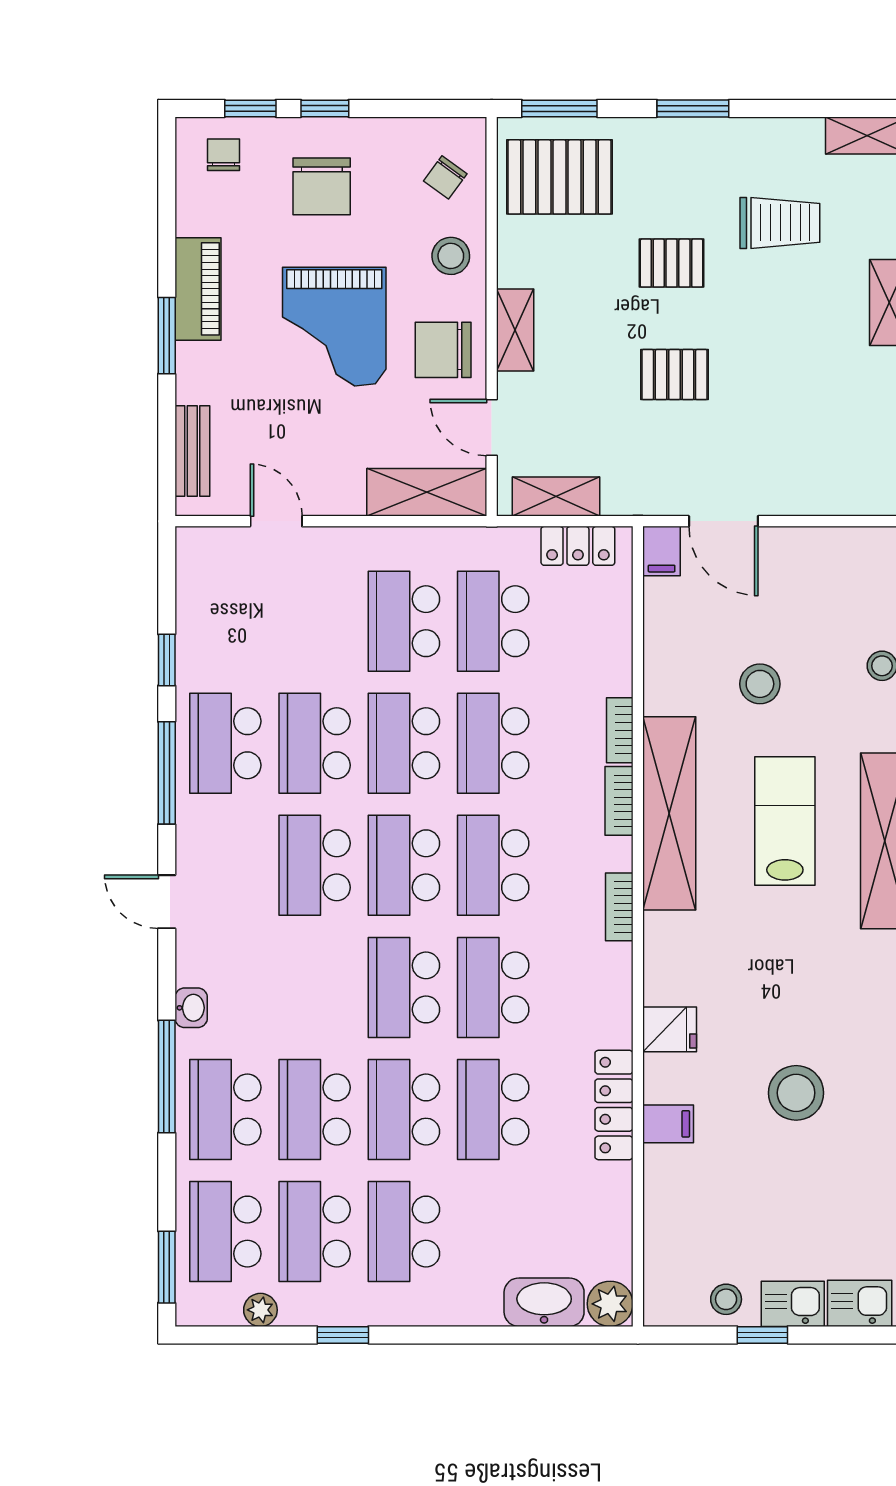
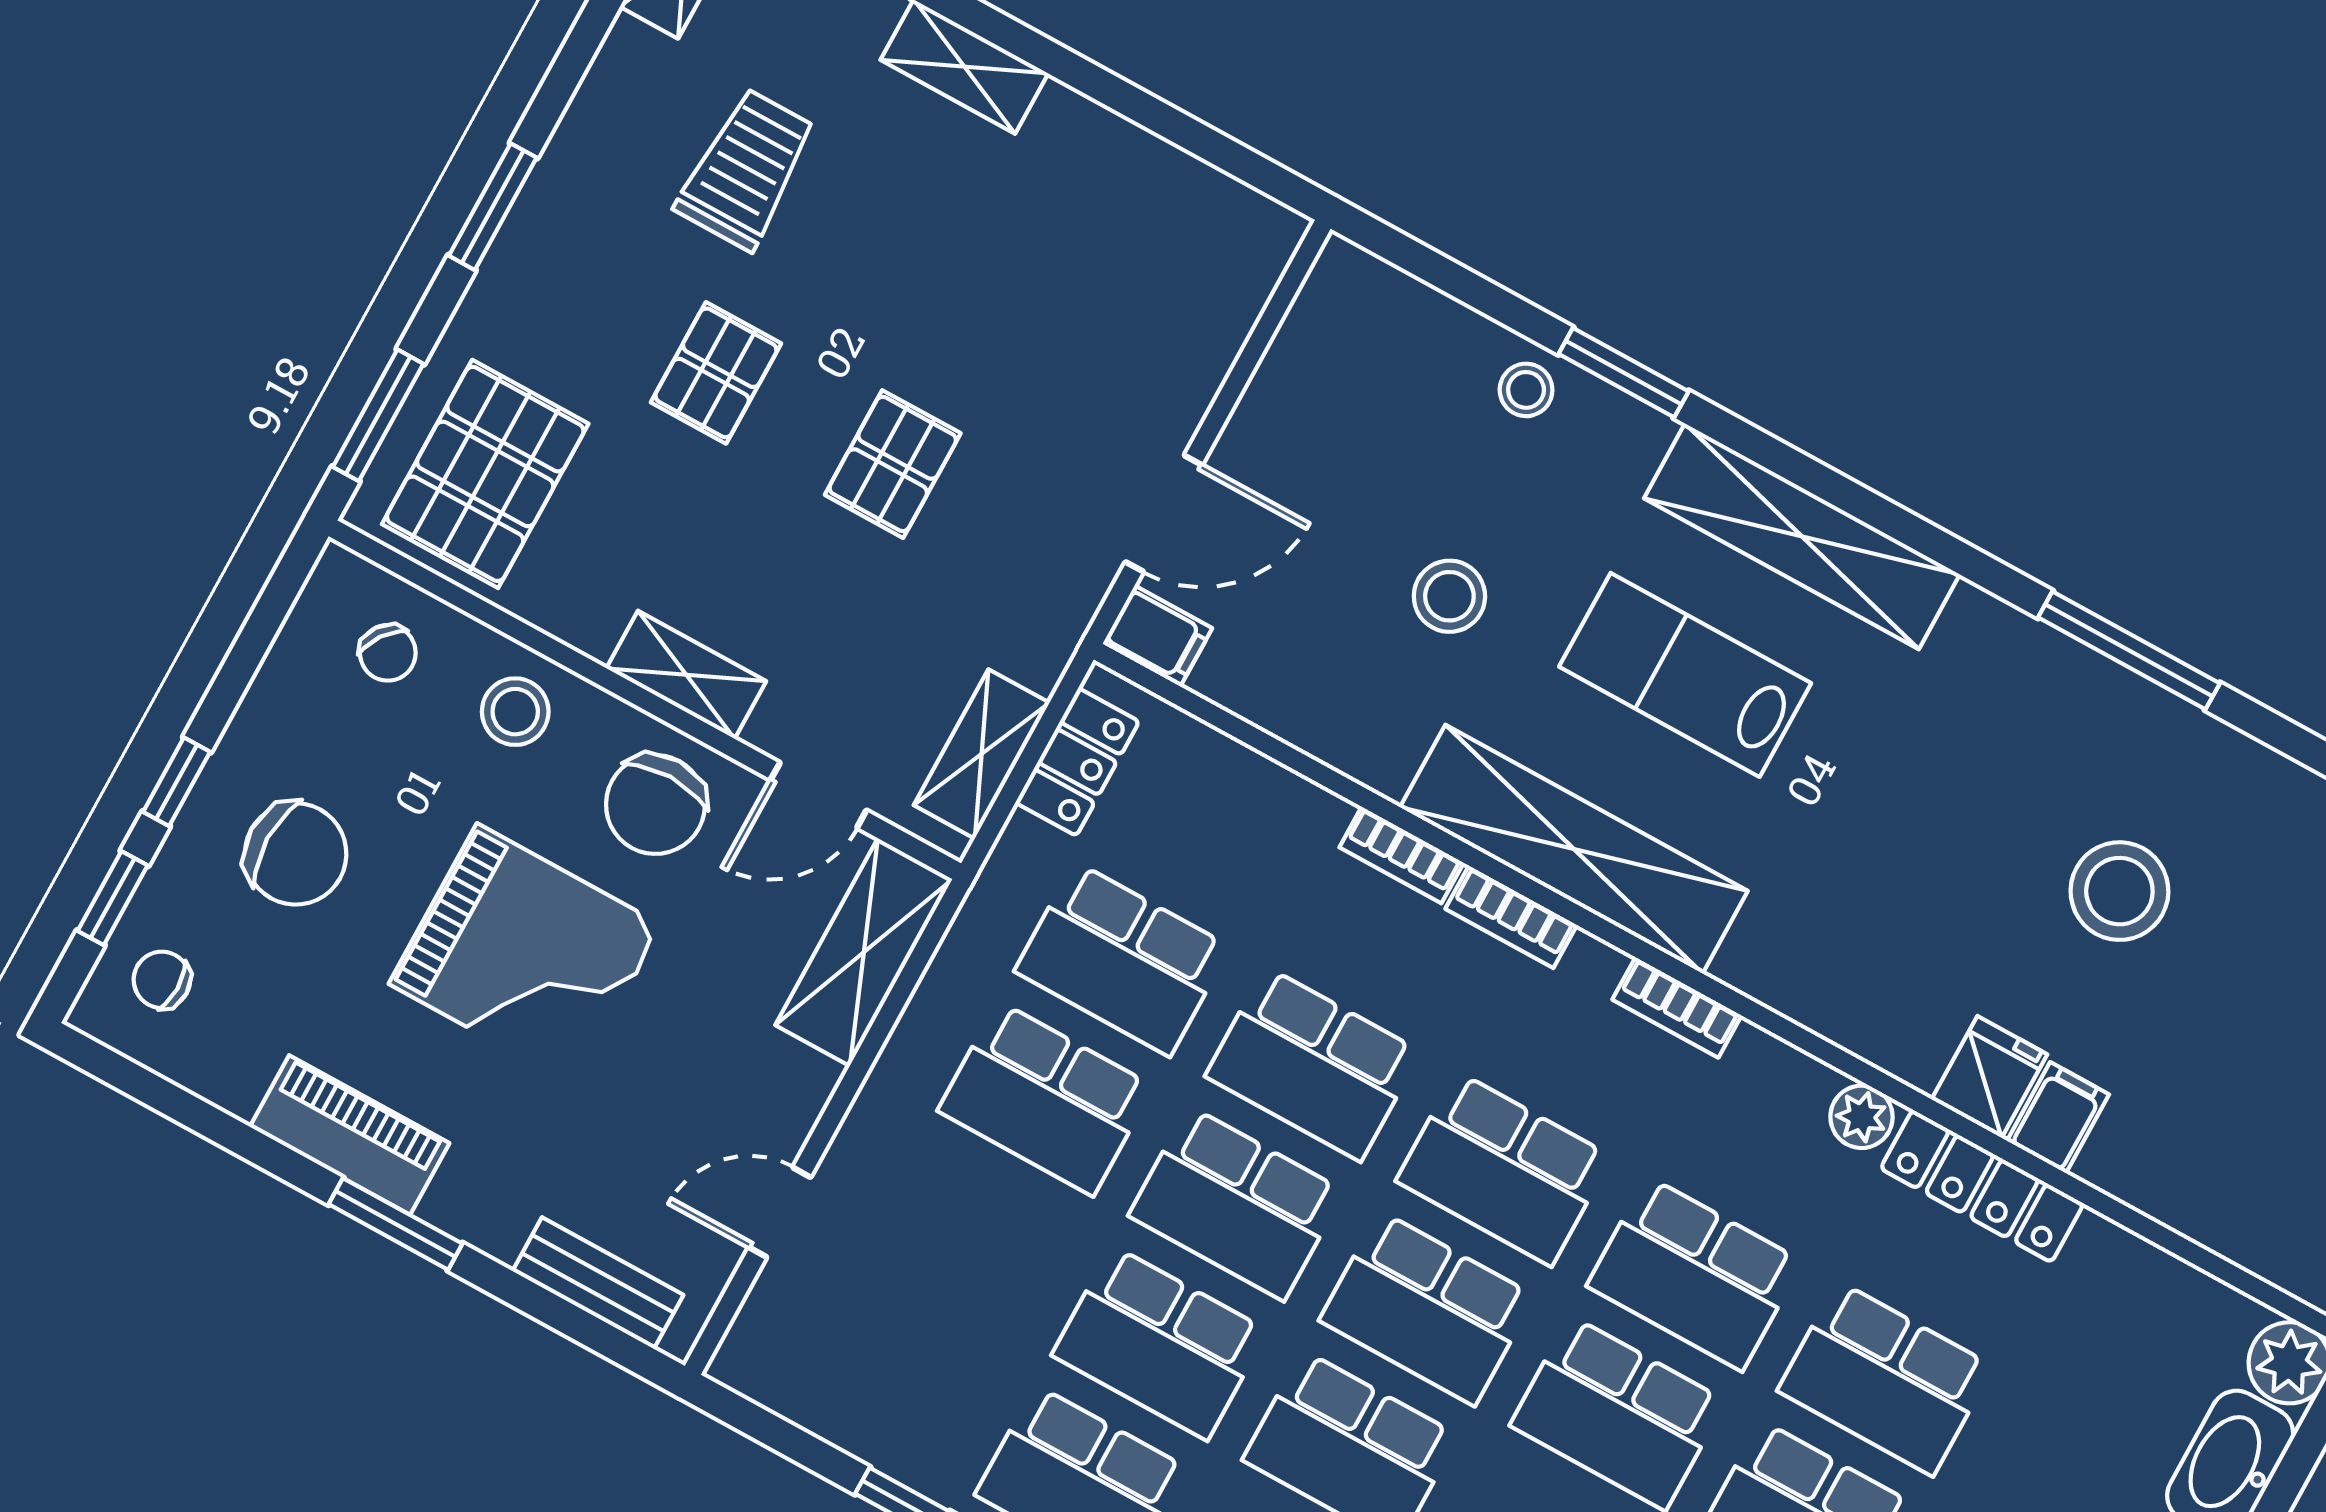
plant: (615, 1027) -> (1861, 1117), added
fridge: (670, 1029) -> (1989, 1077), moved

